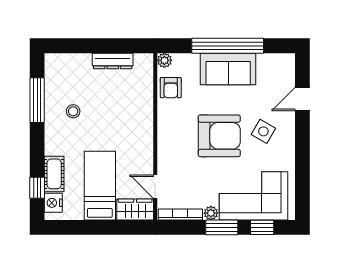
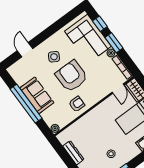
armchair: (171, 88) -> (77, 104), moved
door: (302, 99) -> (25, 50), swing flipped

